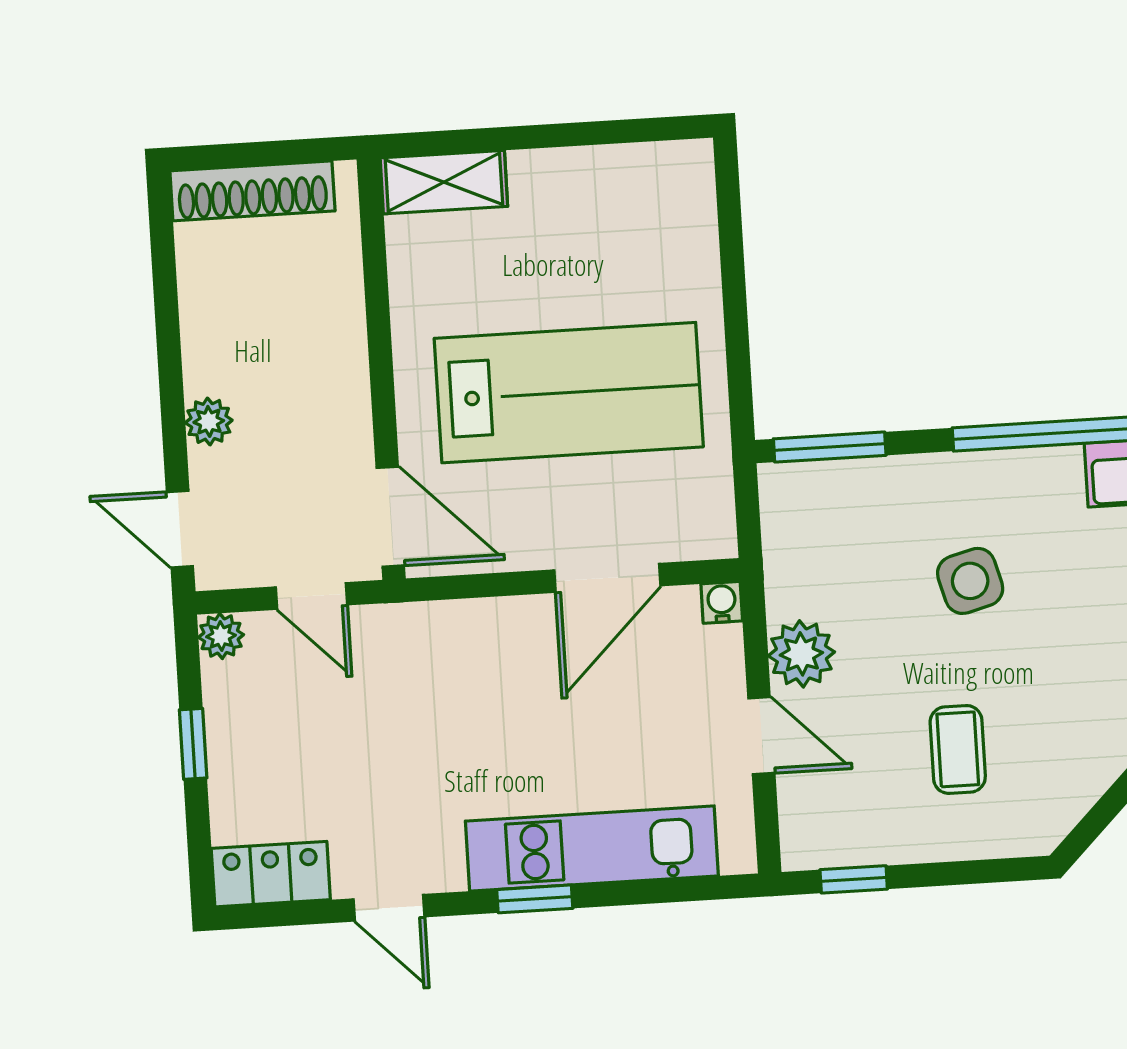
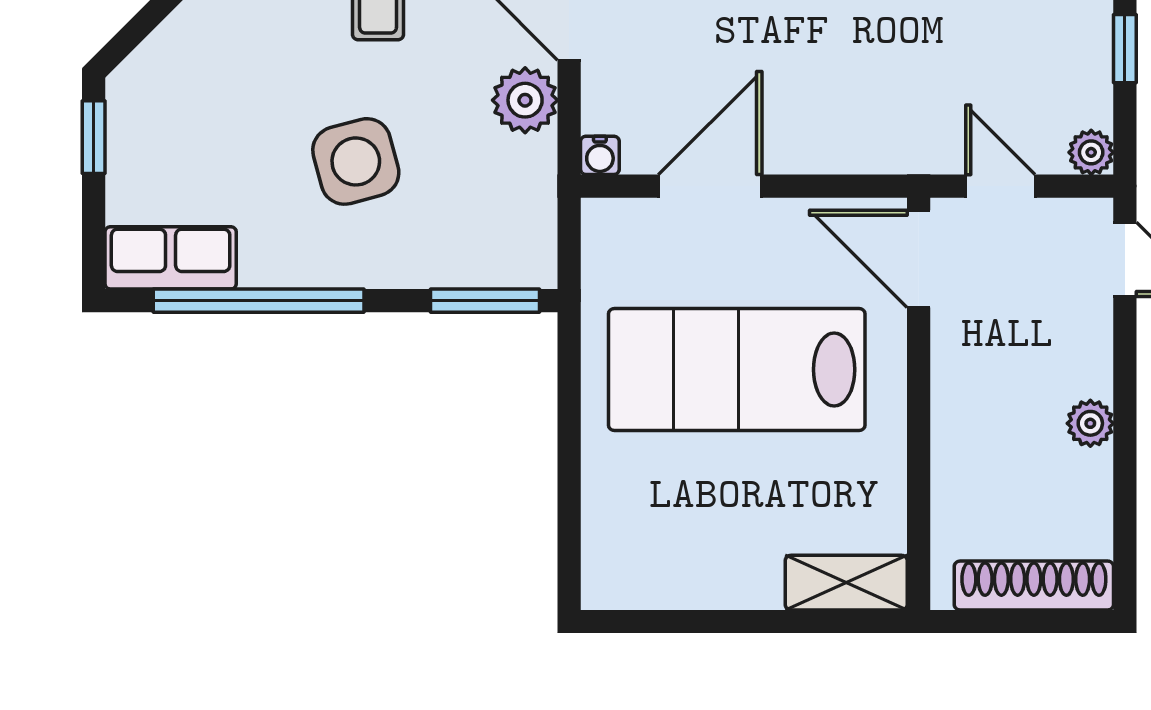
plant: (209, 421) -> (1090, 423), moved
side table: (970, 581) -> (356, 161), width x1.37, depth x1.37

